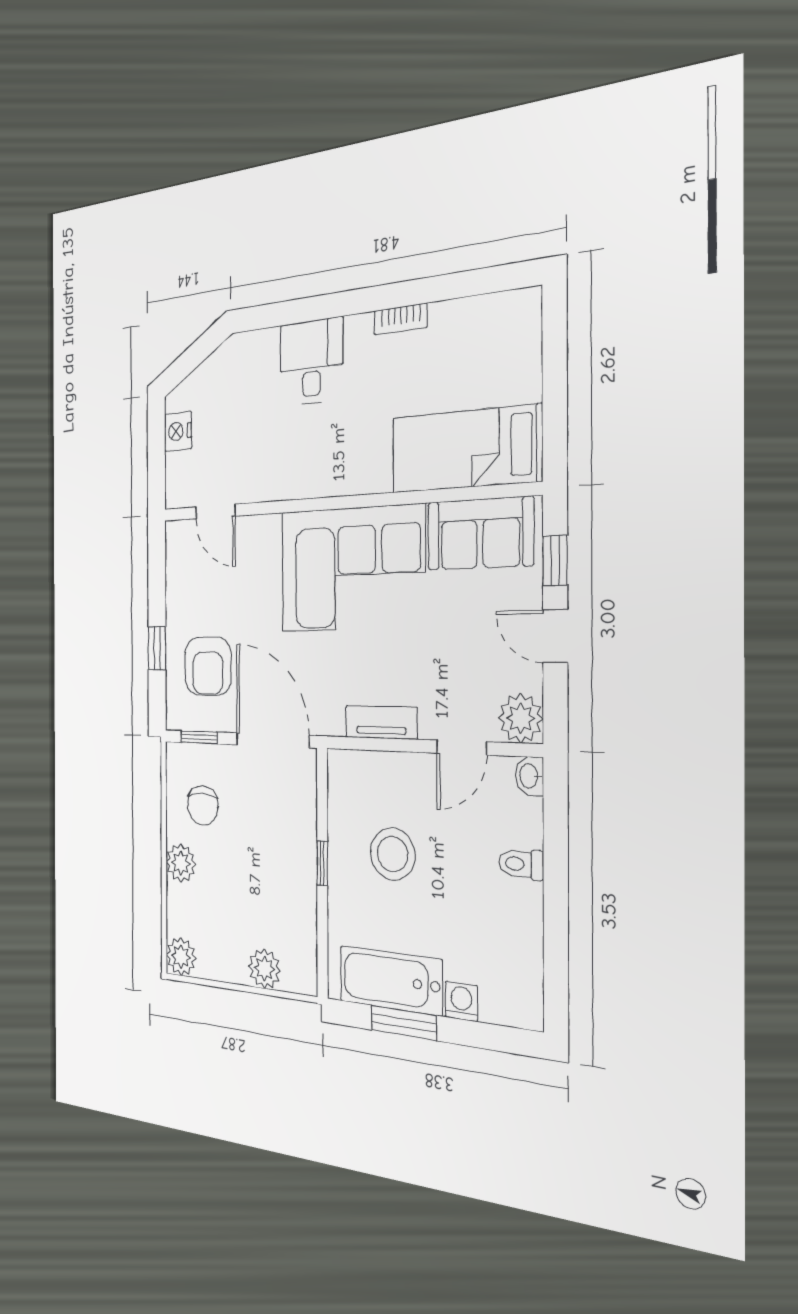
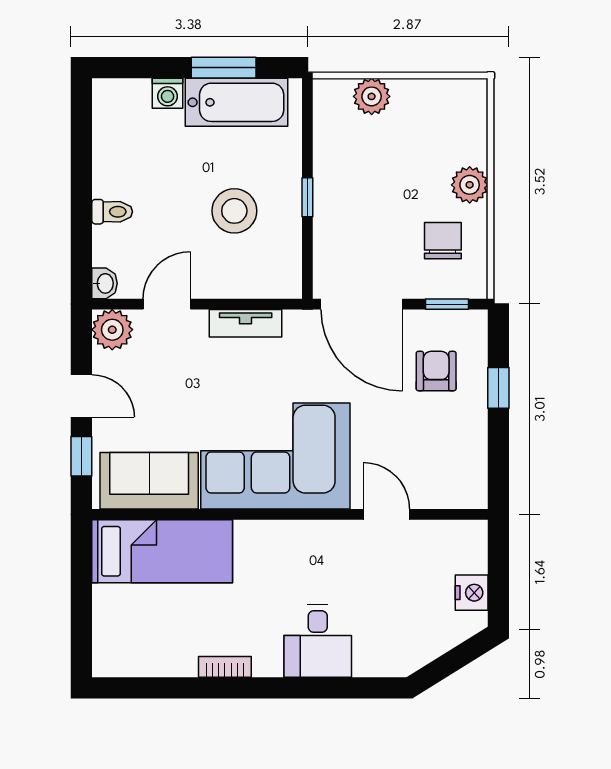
door: (216, 512) -> (386, 514), moved
armchair: (208, 666) -> (436, 371), width x0.72, depth x0.72
plant: (181, 957) -> (470, 96), removed

